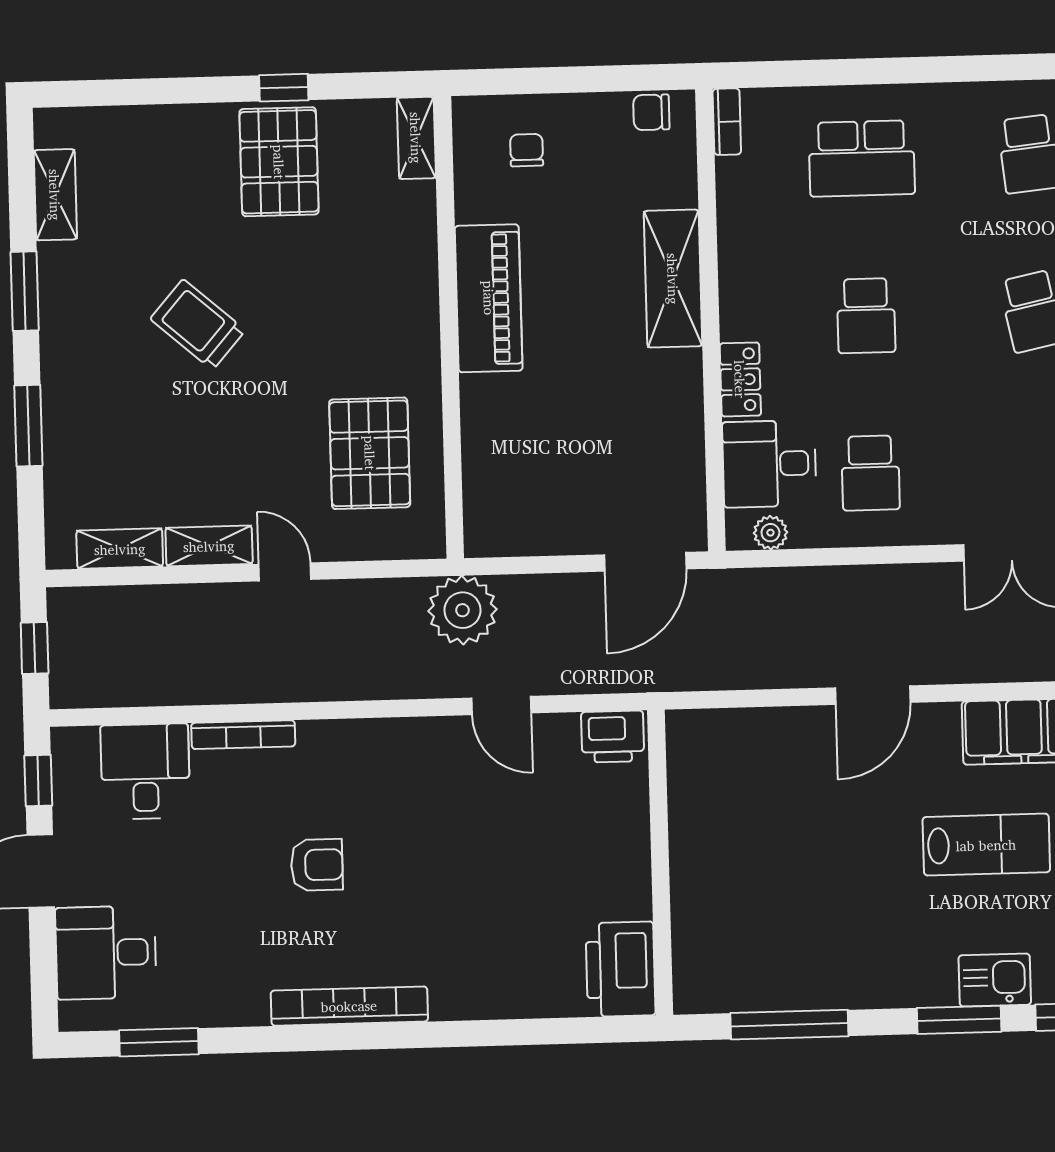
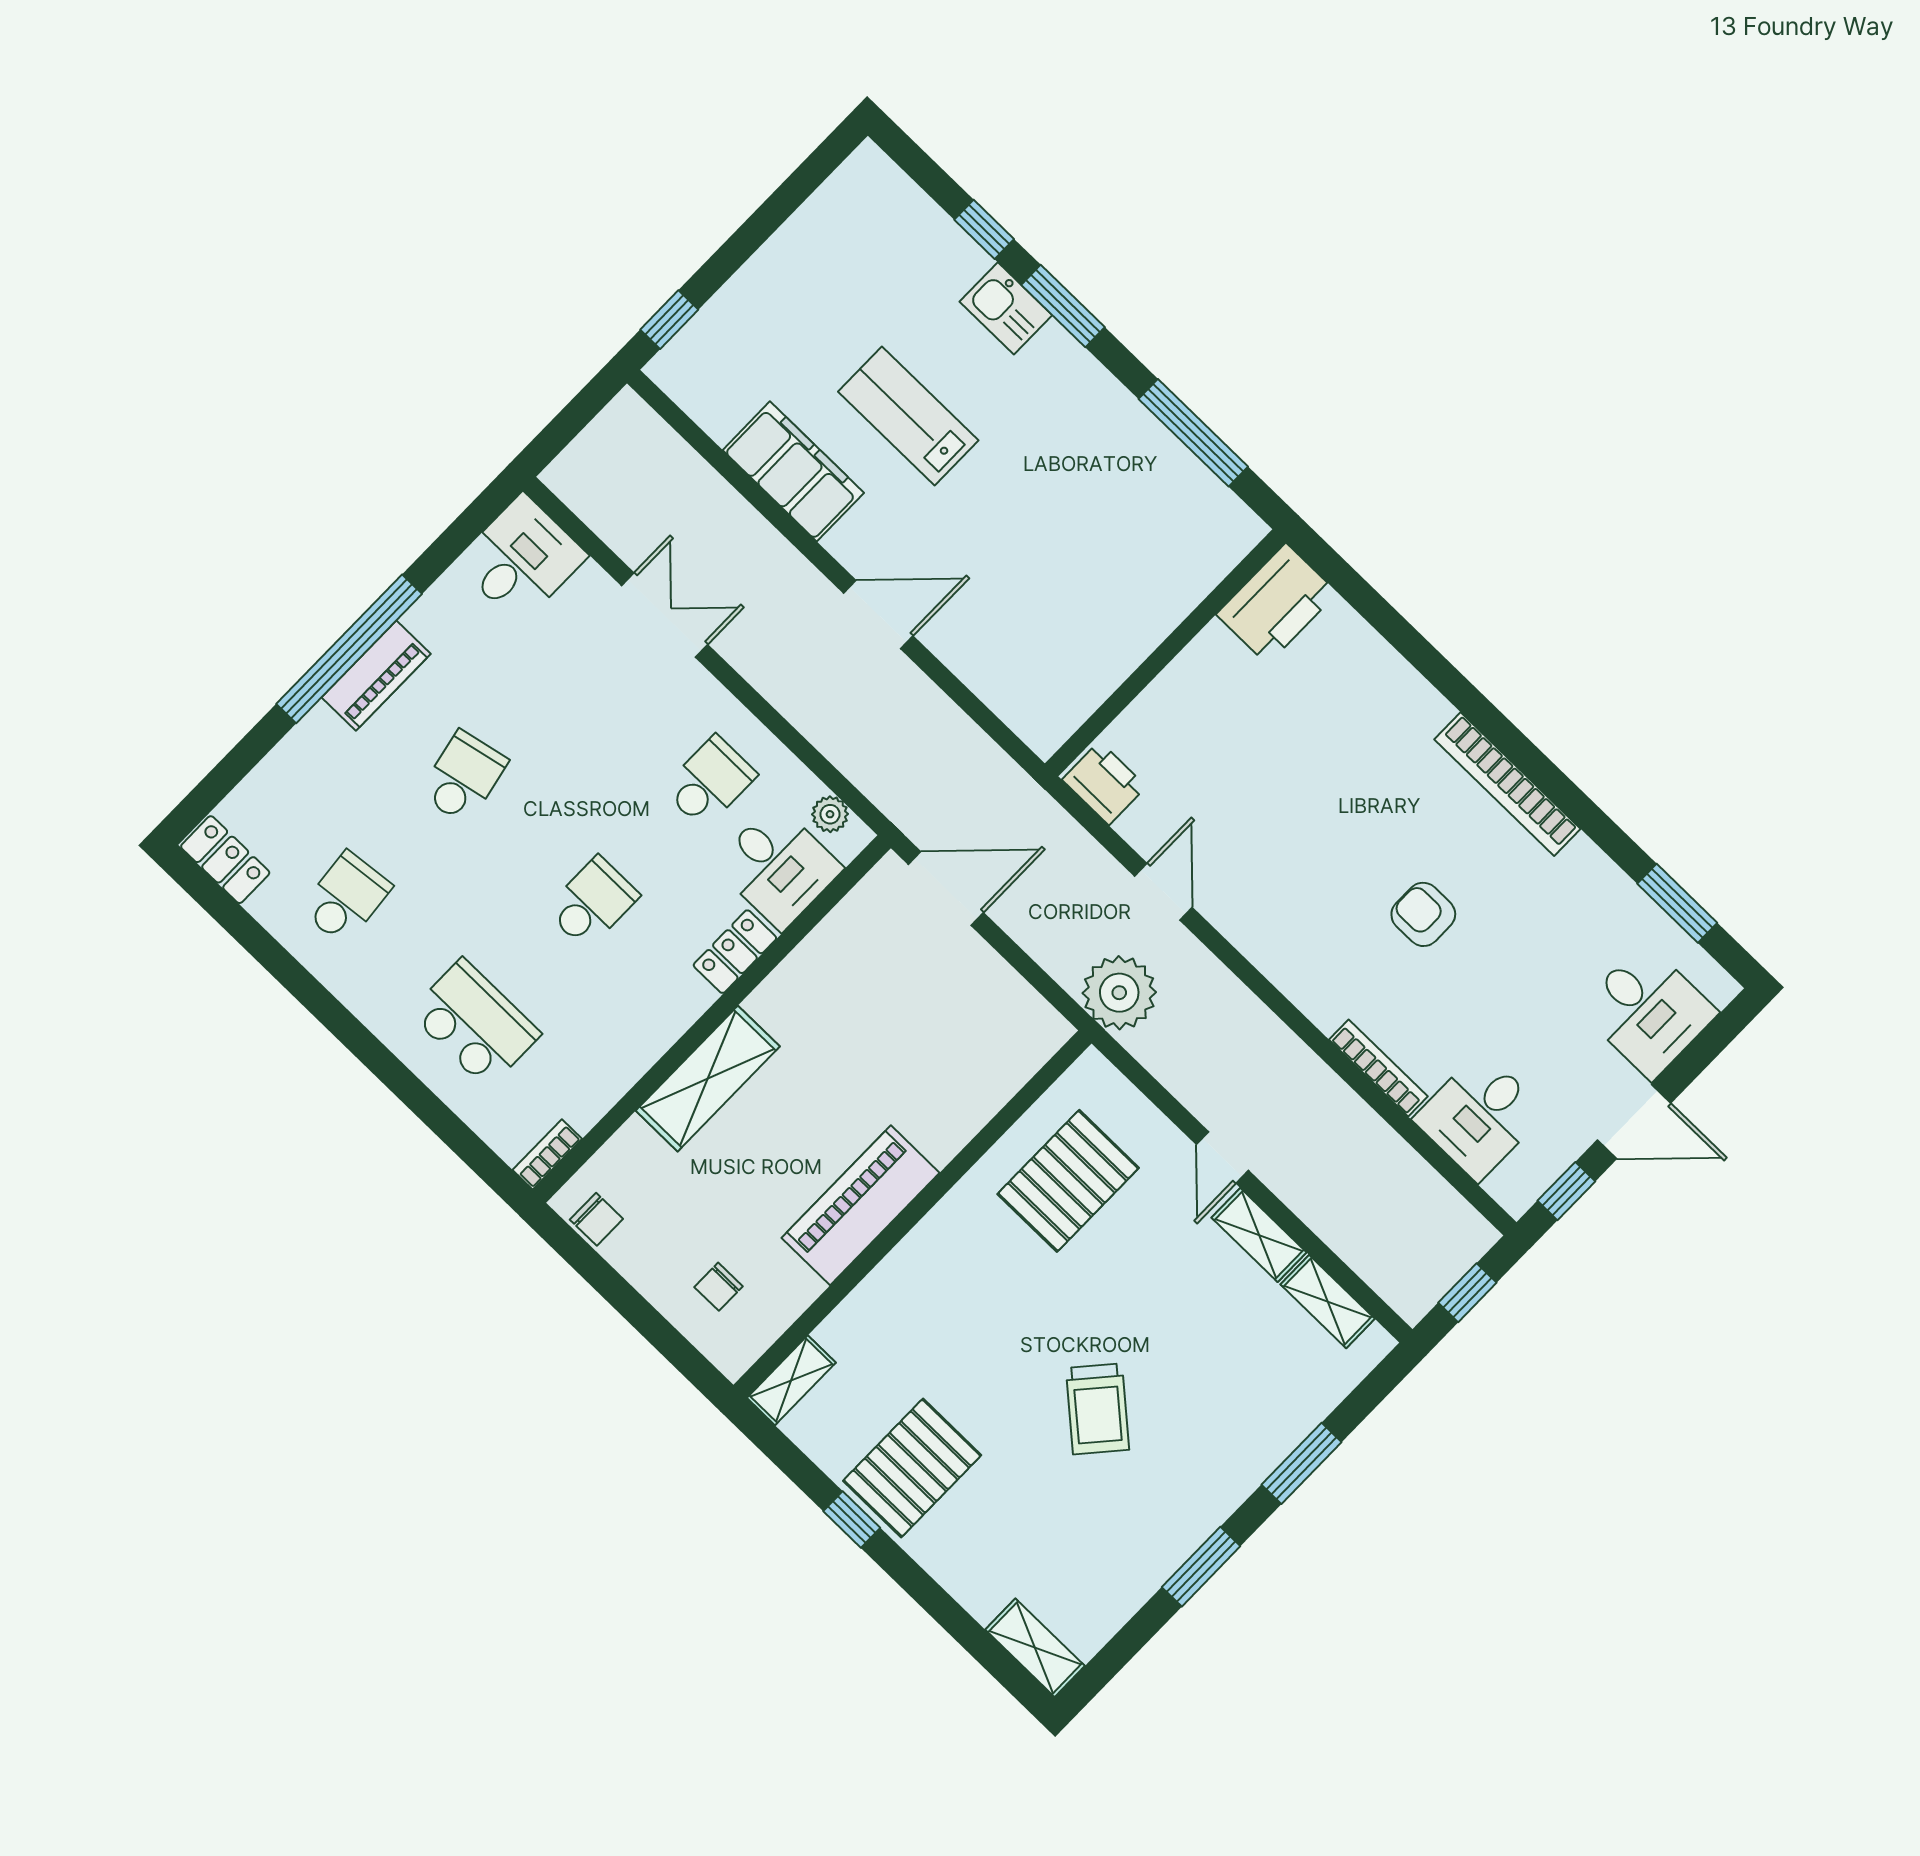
shelving: (55, 195) -> (1035, 1648), moved, turned 90

